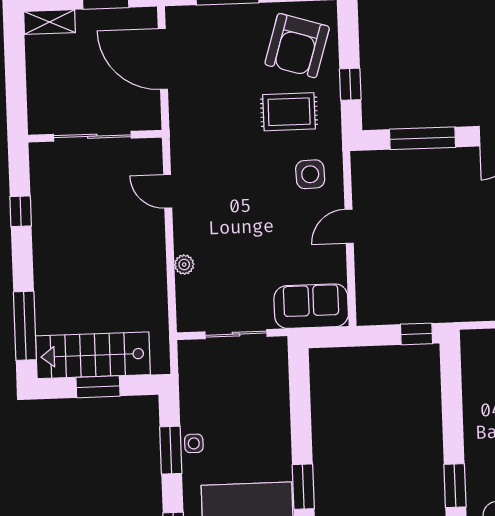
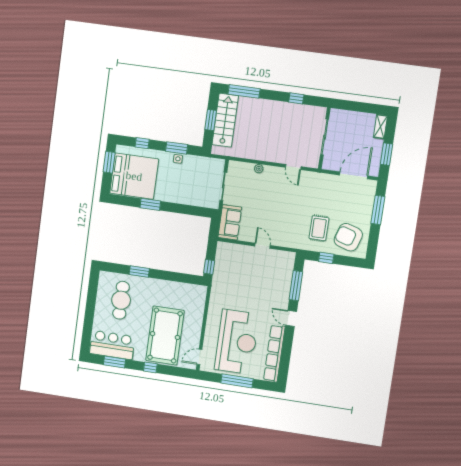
side table: (310, 174) -> (289, 233), removed
door: (168, 191) -> (293, 167), swing flipped

